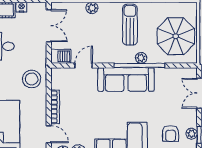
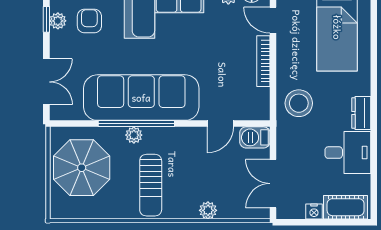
sofa: (126, 80) -> (141, 98), width x1.36, depth x1.27

